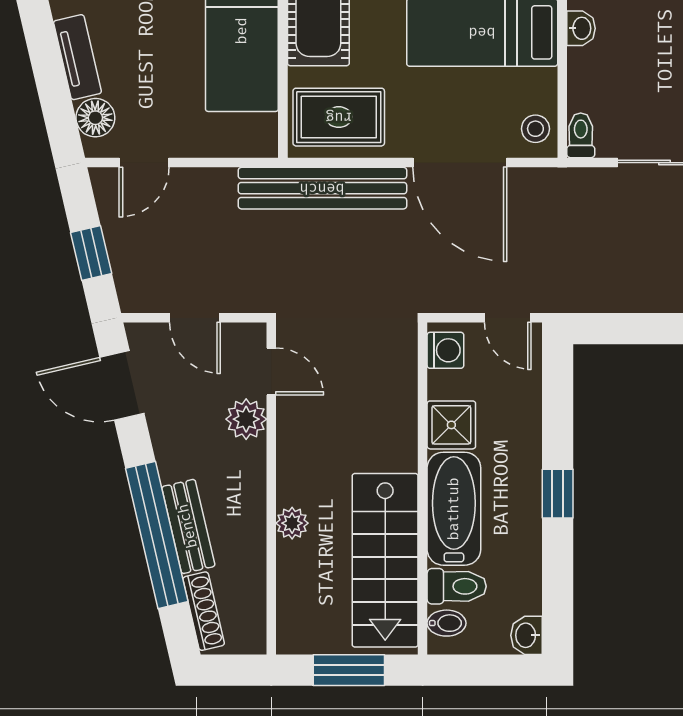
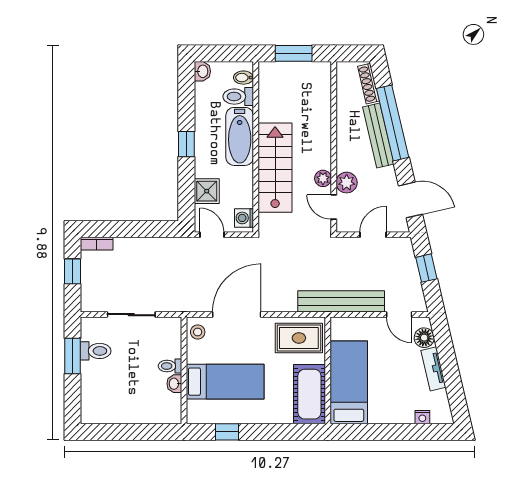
toilet: (581, 135) -> (170, 366), moved, turned 90
door: (144, 163) -> (399, 315), swing flipped
door: (460, 163) -> (237, 315), hinge flipped
bench: (322, 188) -> (341, 301), moved
door: (195, 318) -> (373, 235), hinge flipped
shower: (451, 425) -> (207, 191), moved
plant: (292, 523) -> (323, 178), moved
bench: (188, 526) -> (378, 135), width x1.36
stairs: (385, 560) -> (275, 168), moved

